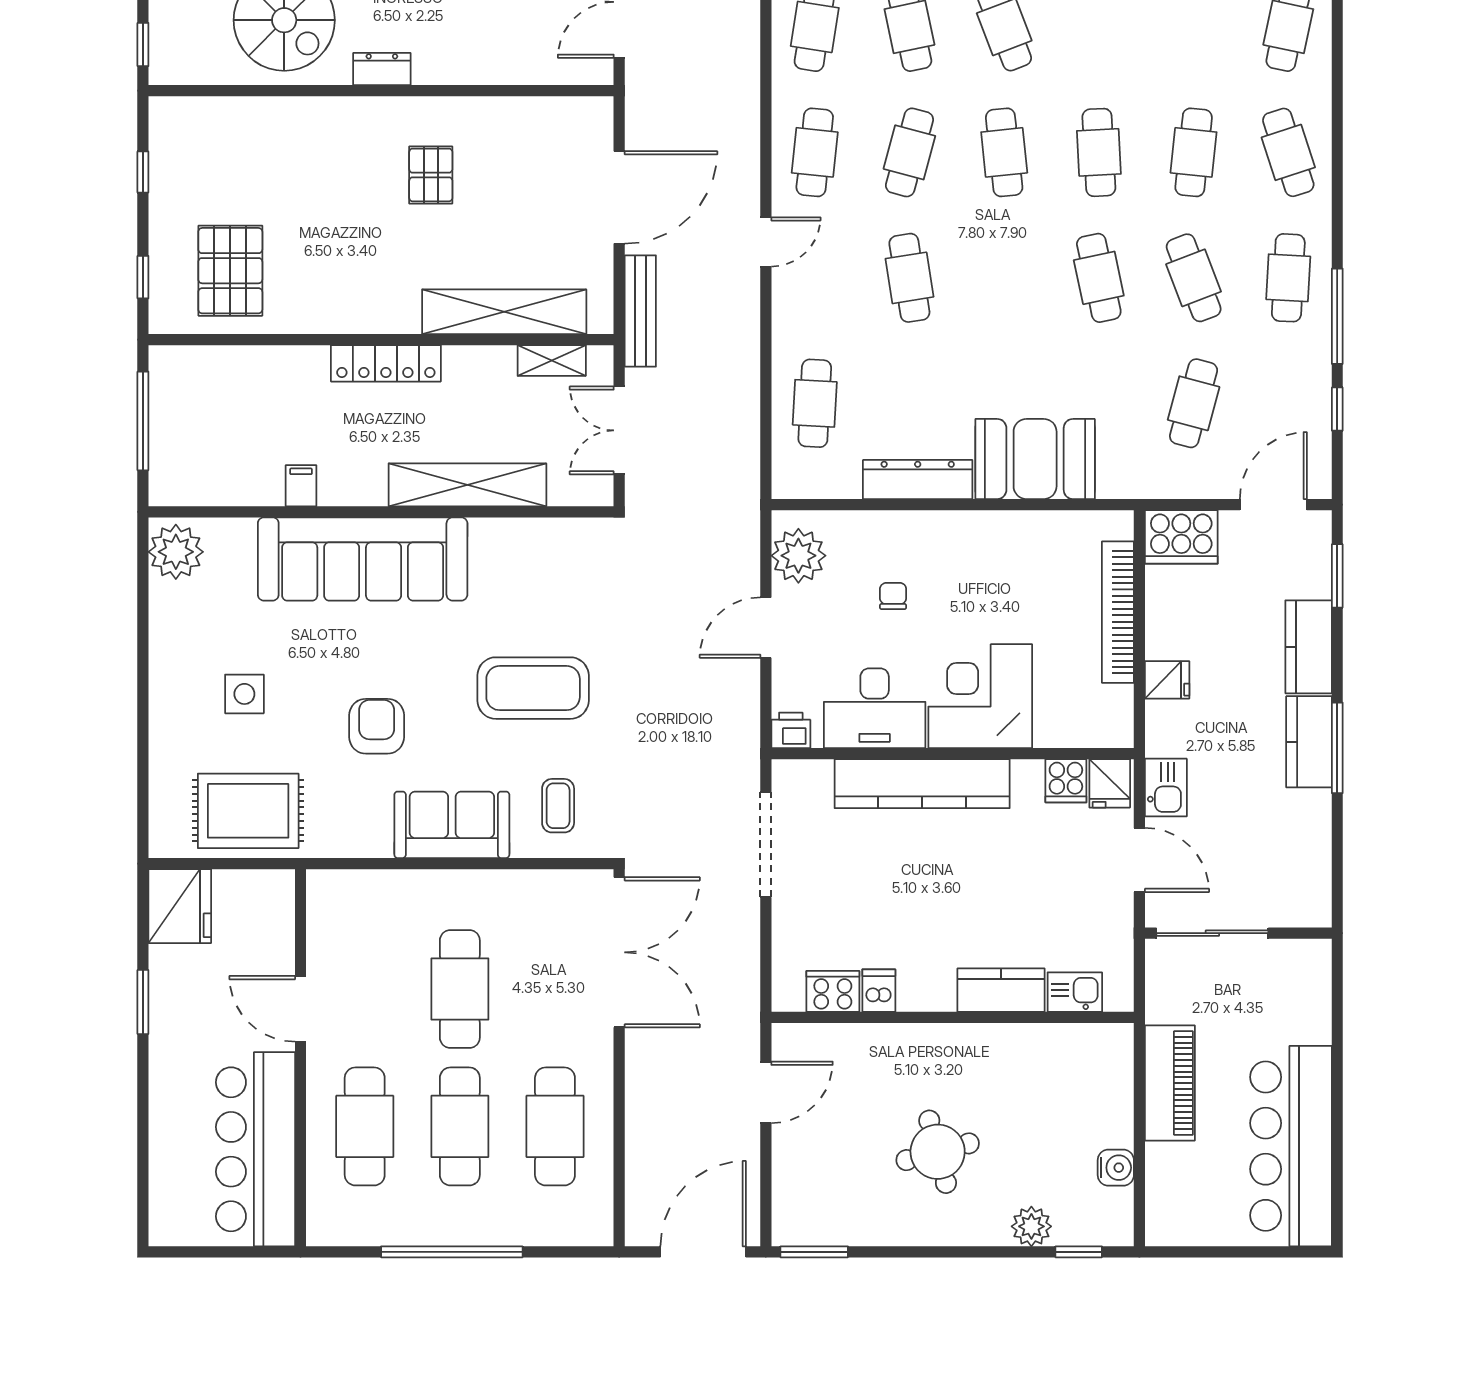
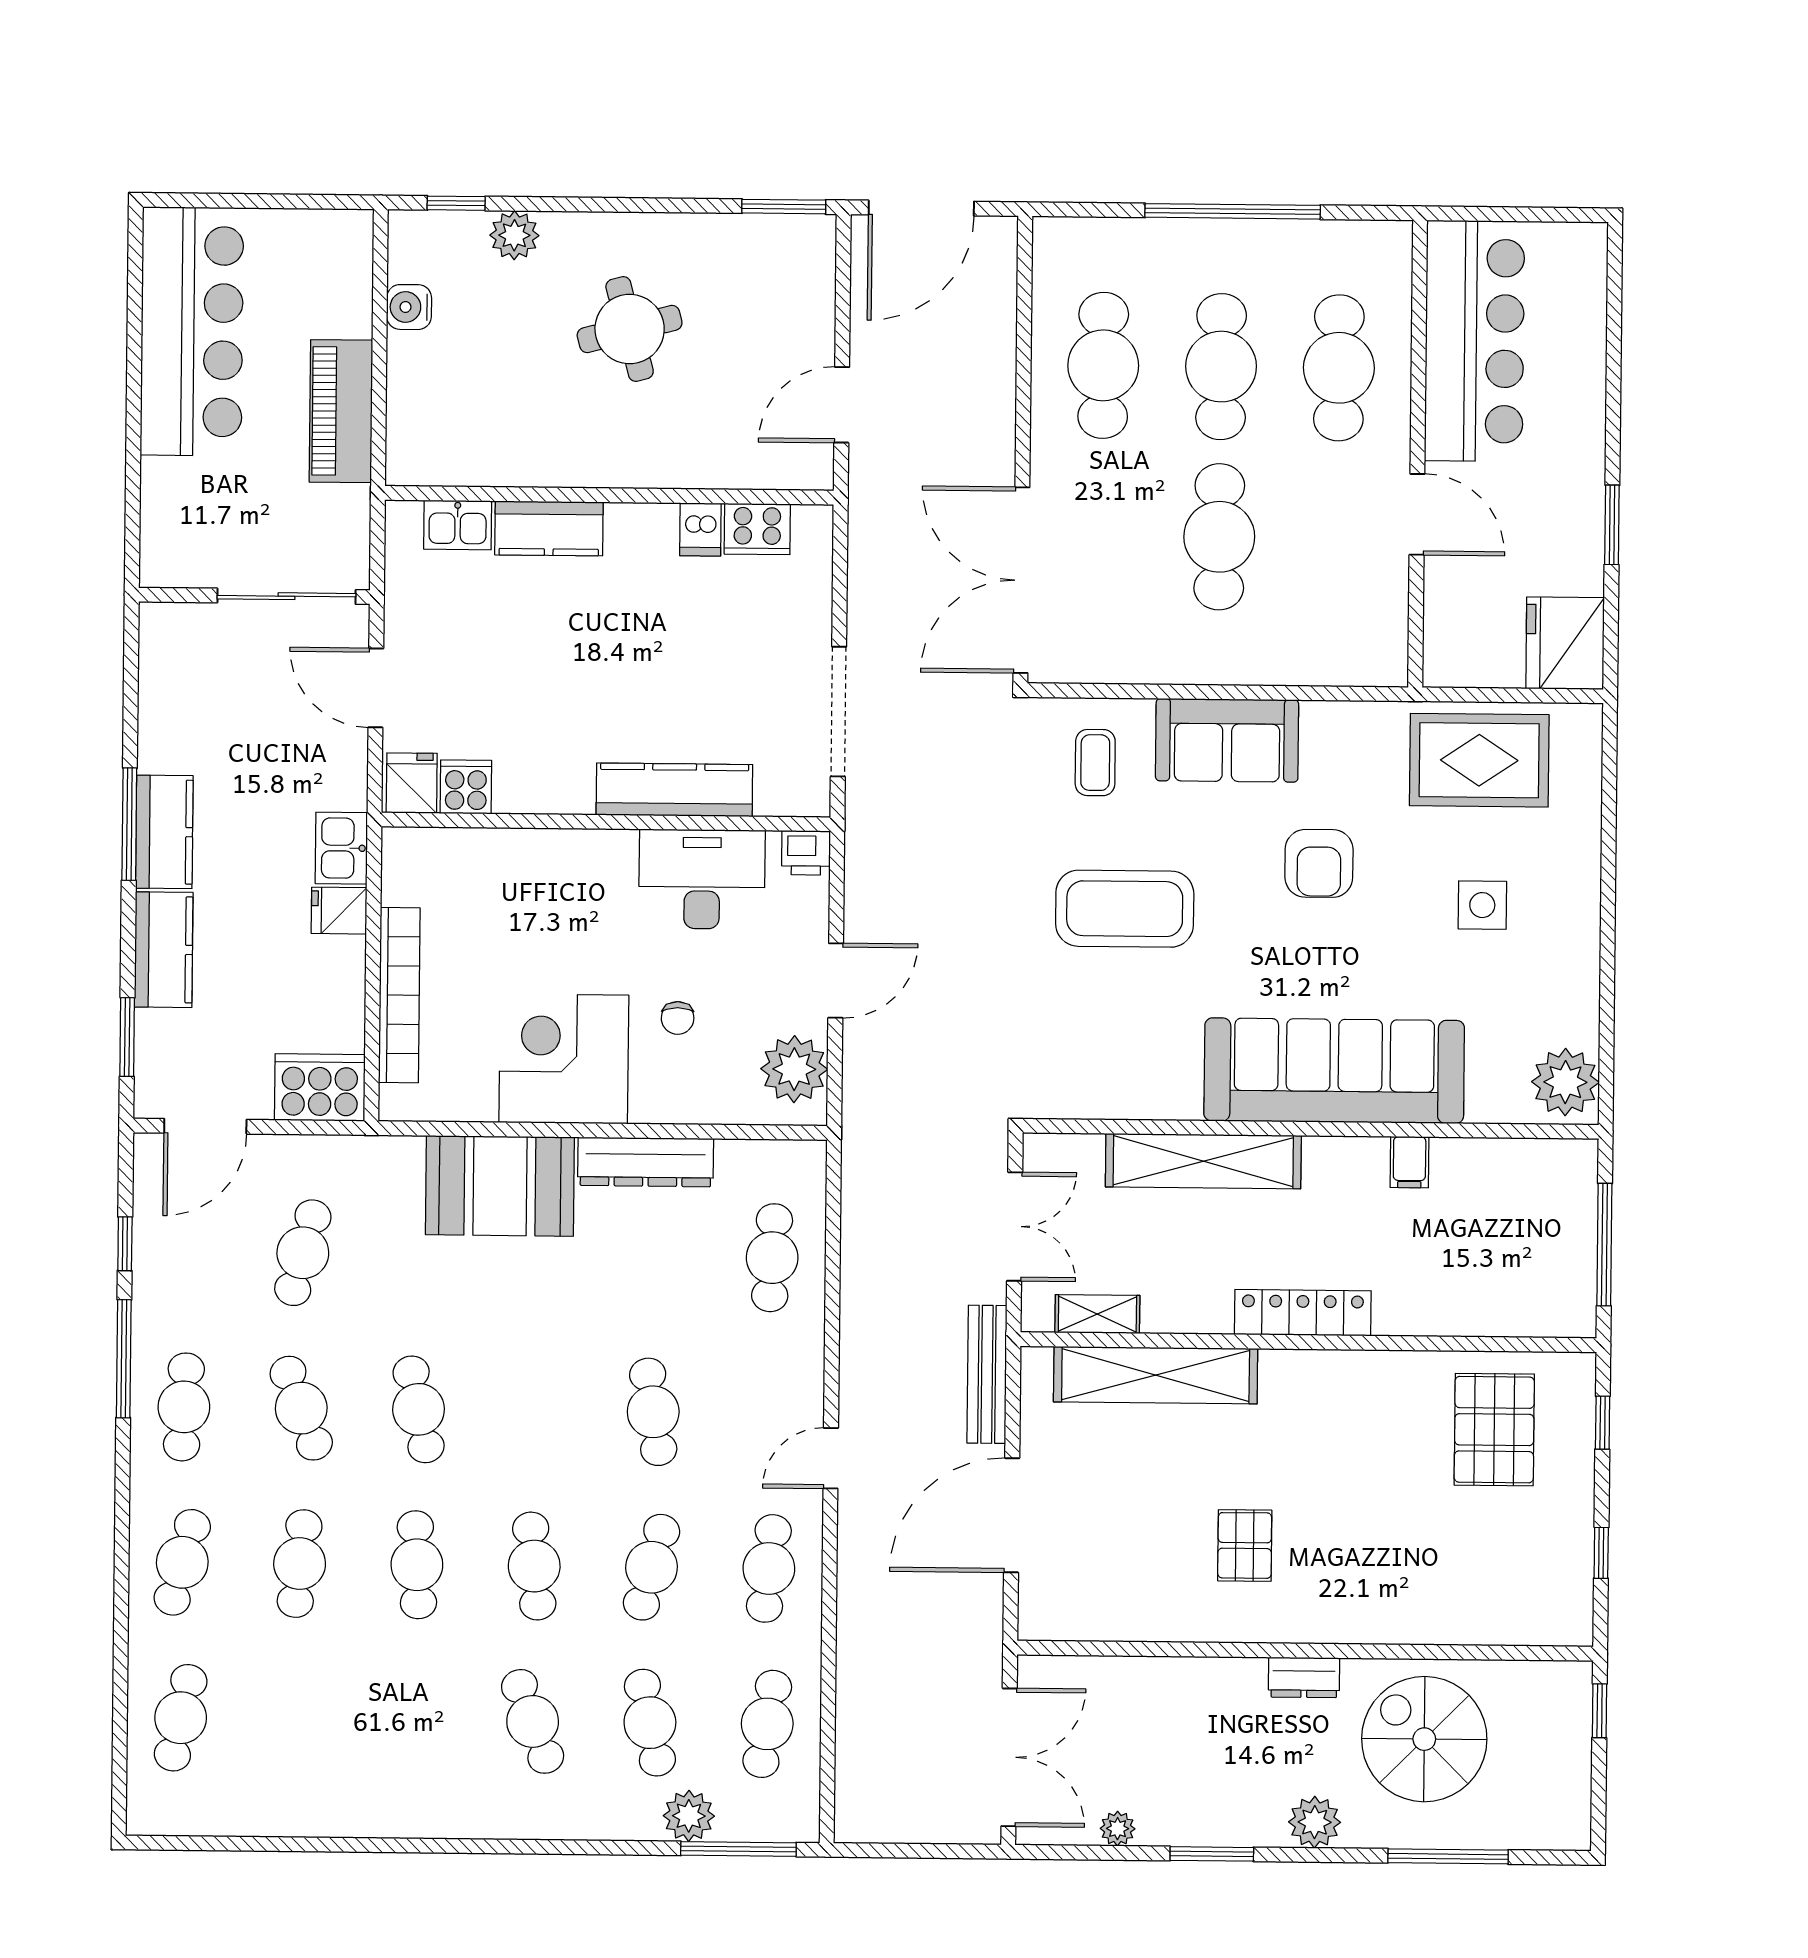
cafe table: (1288, 152) -> (182, 1562), turned 33
corner desk: (980, 696) -> (564, 1059), moved, turned 180
kitchen counter: (922, 784) -> (674, 790), width x0.72, depth x0.86
kitchen sink: (1166, 788) -> (341, 848), moved

